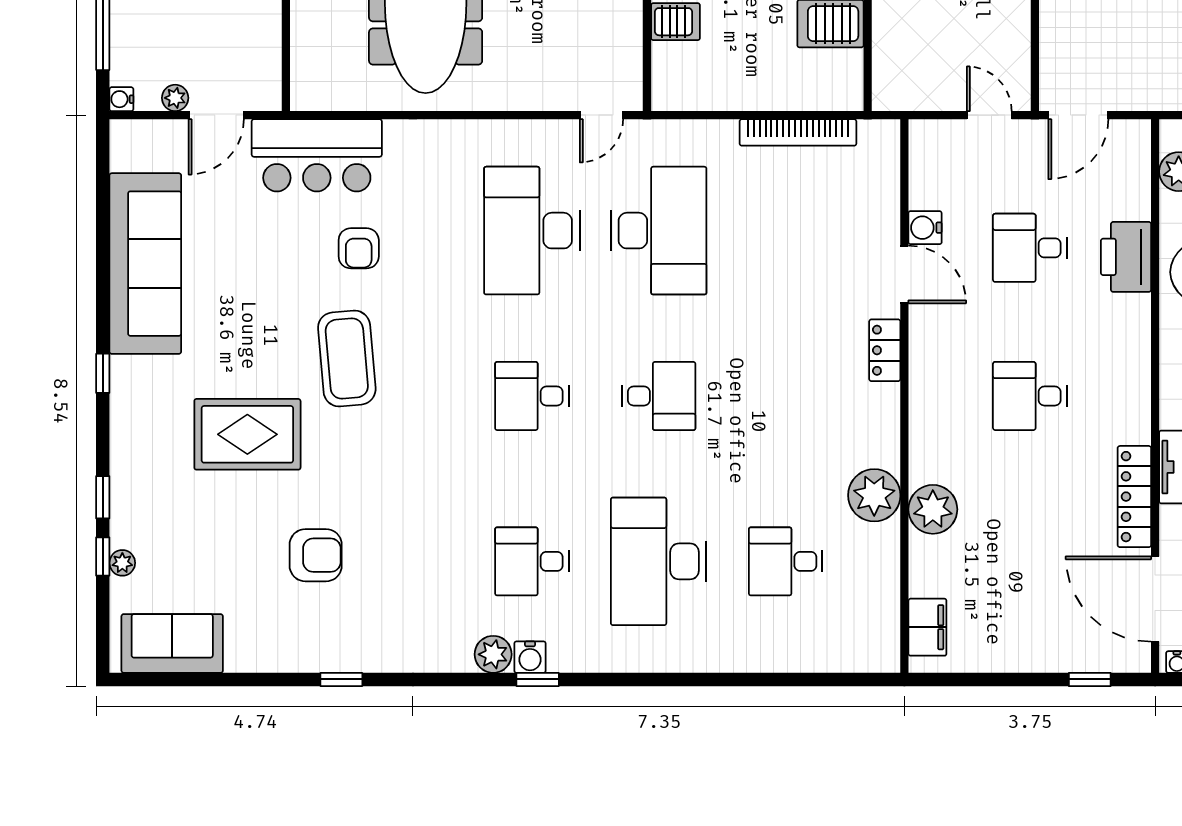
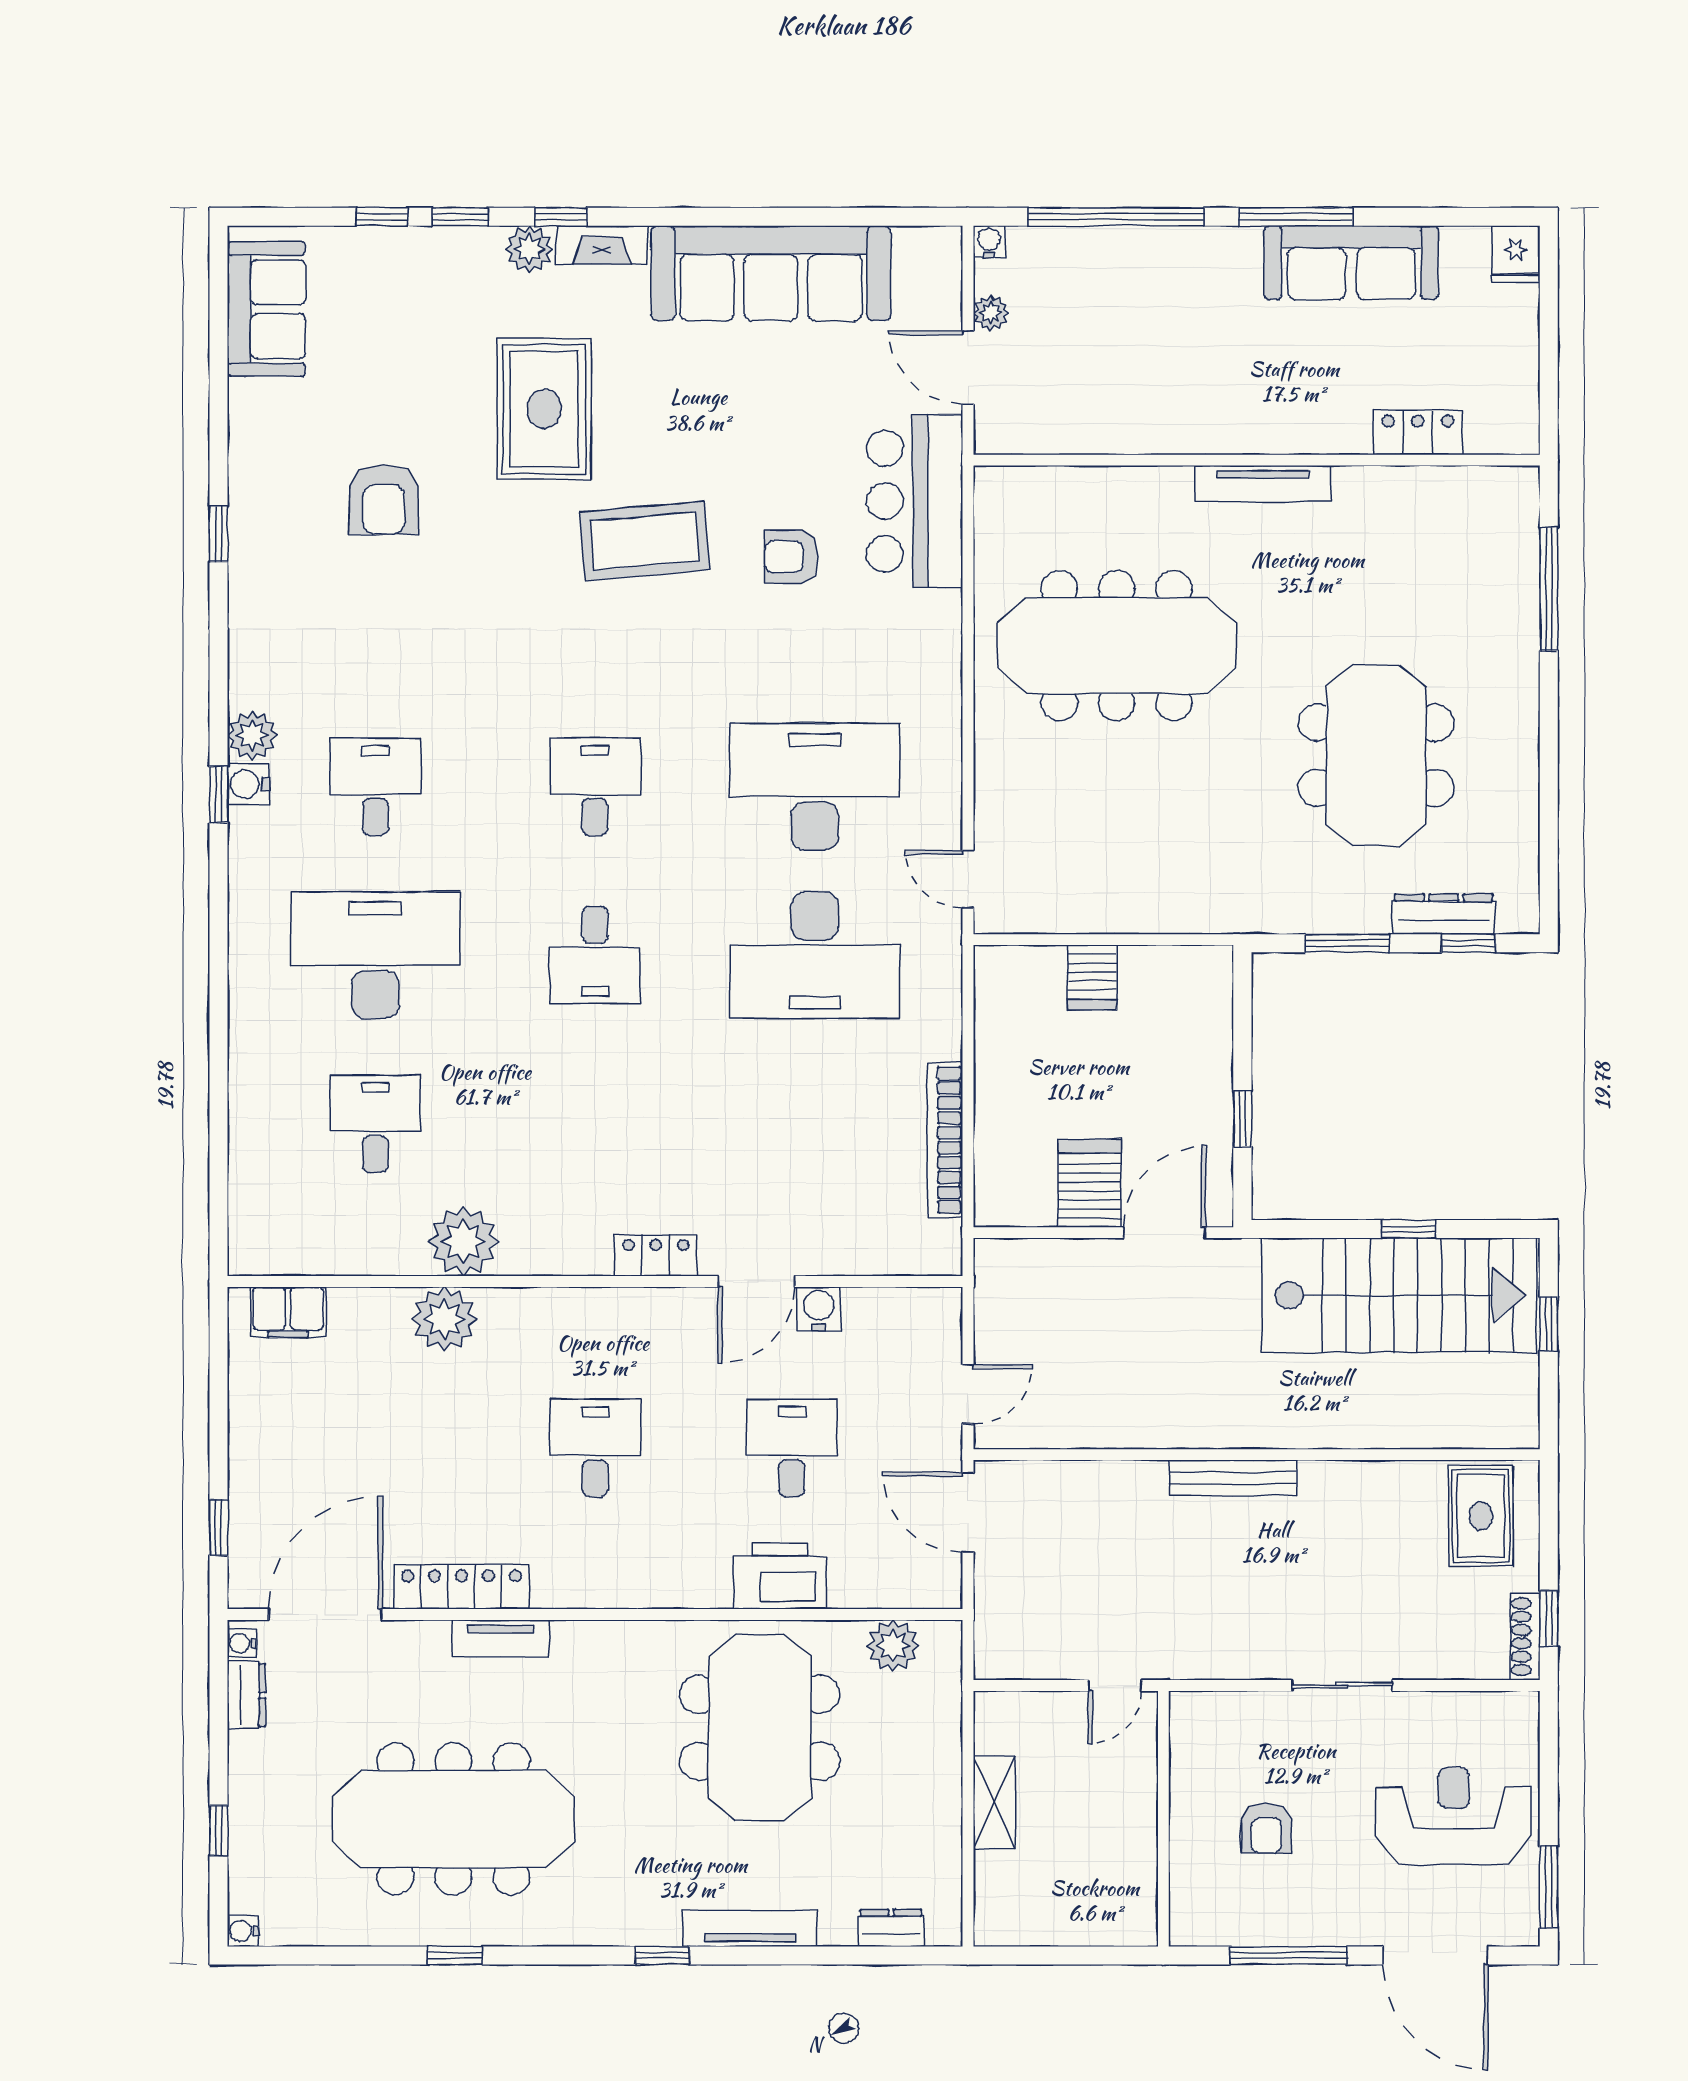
window: (103, 373) -> (561, 217), moved
fireplace: (124, 391) -> (602, 245), added
plant: (122, 563) -> (529, 249), moved, width x1.38, depth x1.38

